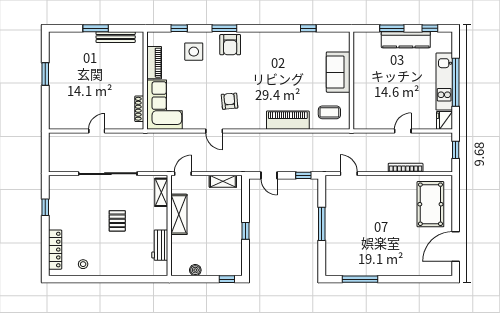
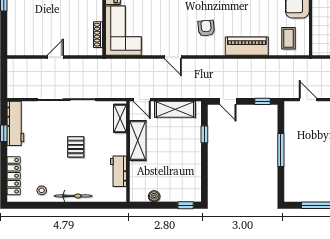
armchair: (230, 101) -> (206, 28), moved
coffee table: (329, 112) -> (289, 38), turned 90
door: (183, 174) -> (142, 100), swing flipped
shelving: (223, 181) -> (175, 109), width x1.50, depth x1.33
workbench: (57, 197) -> (15, 123), added
window: (245, 231) -> (204, 134), moved
bicycle: (115, 270) -> (73, 196), added

